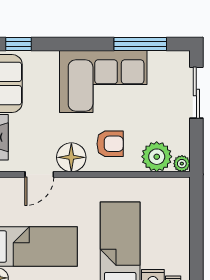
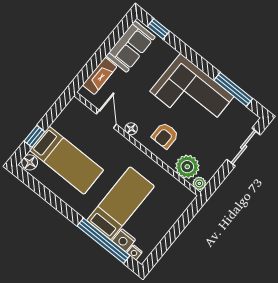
armchair: (110, 144) -> (165, 136), turned 90
floor lamp: (71, 157) -> (131, 129), width x0.53, depth x0.53
door: (39, 174) -> (106, 119), swing flipped

